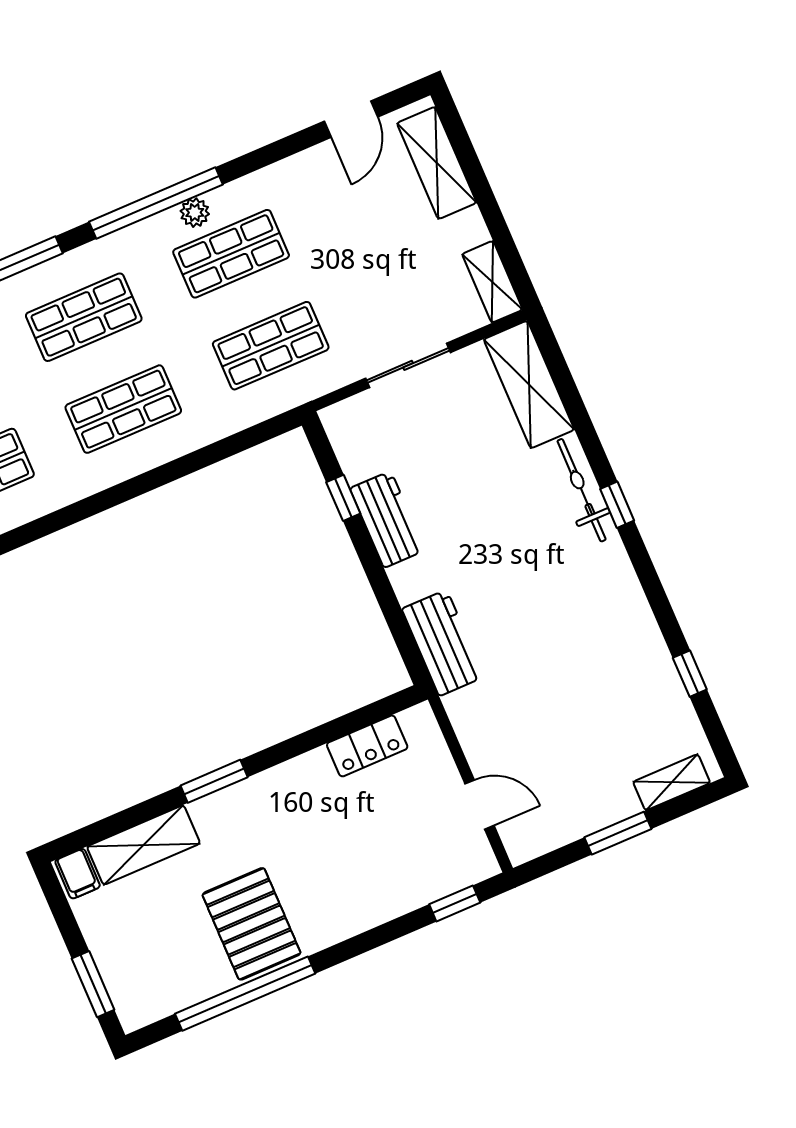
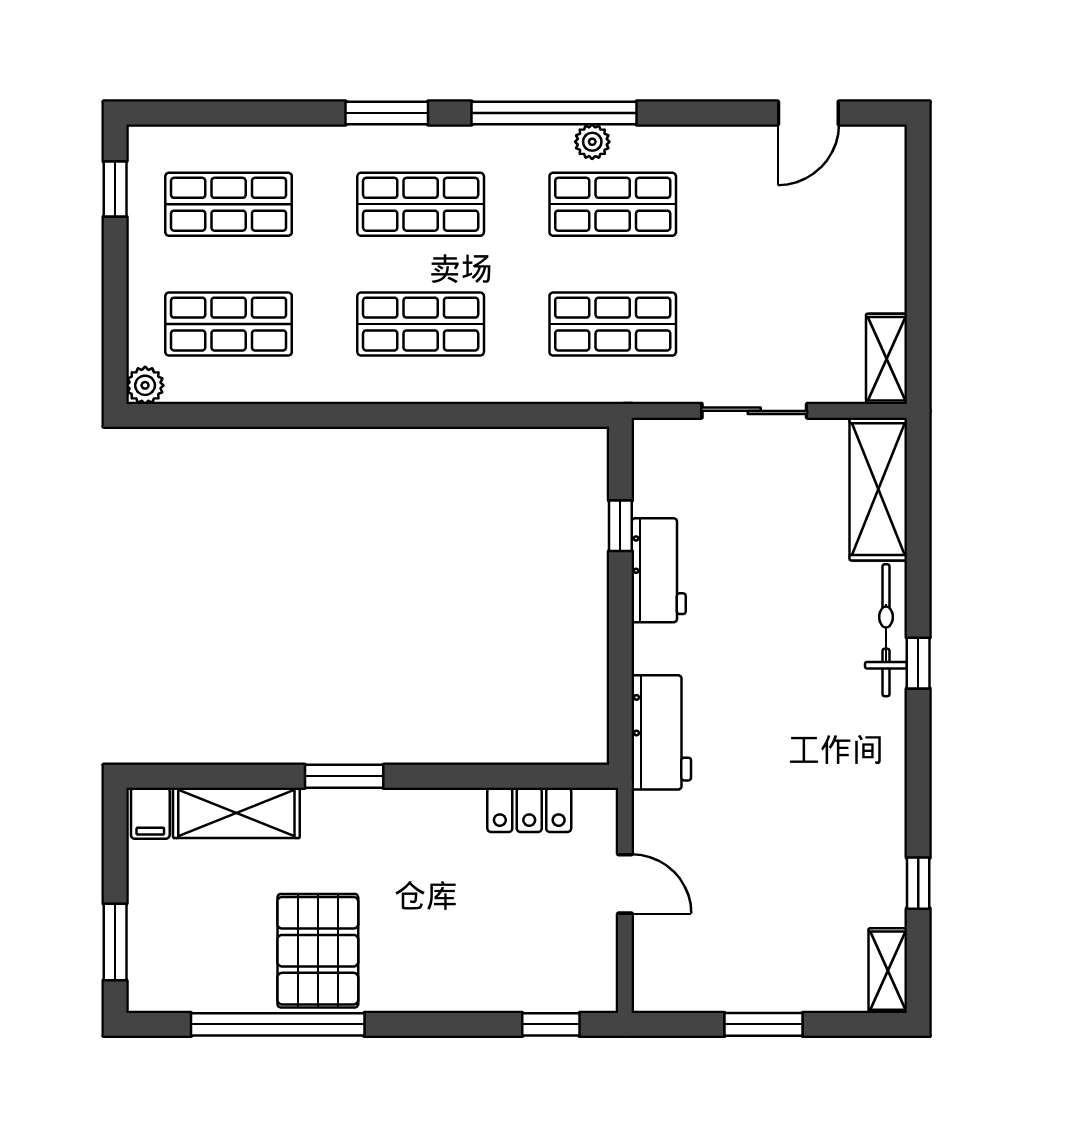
shelving: (437, 163) -> (882, 202), removed
shelving: (672, 782) -> (888, 971), moved, turned 90
door: (479, 805) -> (625, 884), moved

